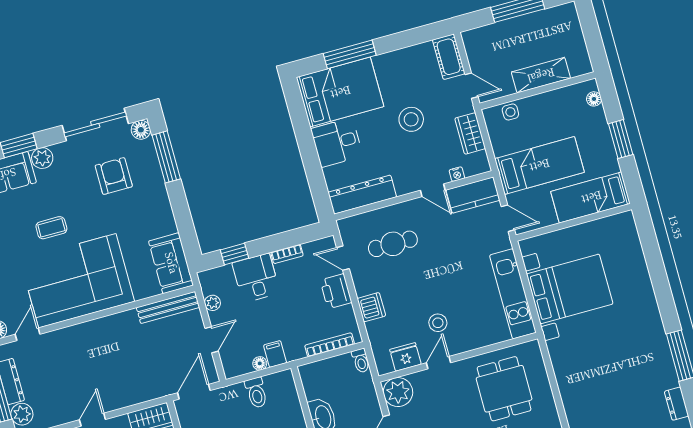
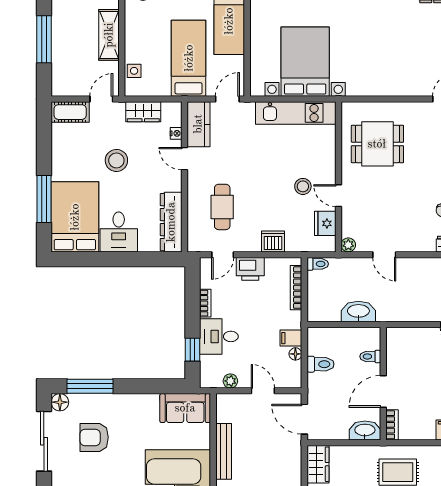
door: (433, 190) -> (184, 159), swing flipped
bench: (168, 307) -> (224, 451), moved
plant: (398, 392) -> (348, 245), width x0.53, depth x0.53

